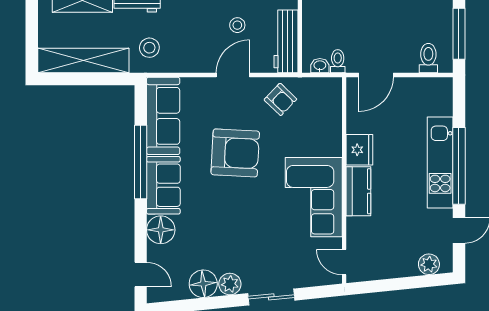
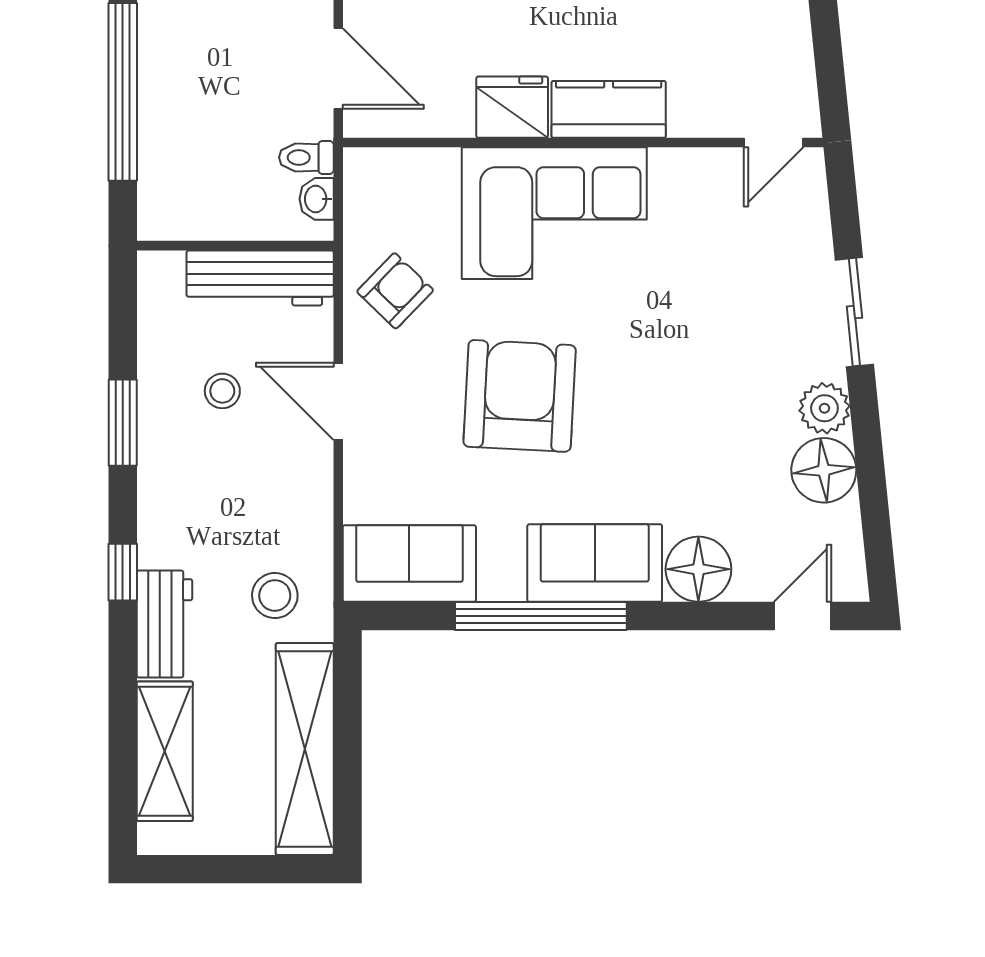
sofa: (163, 116) -> (409, 563), width x0.73
corner sofa: (314, 197) -> (554, 213), moved

